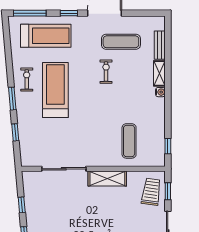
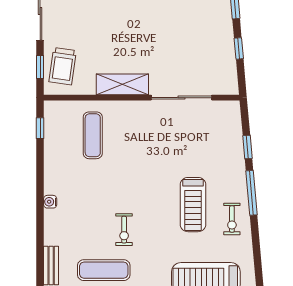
shelving: (159, 73) -> (52, 227), removed
treadmill: (55, 90) -> (193, 205), width x0.73, depth x0.73
window: (12, 99) -> (252, 193), width x1.44

